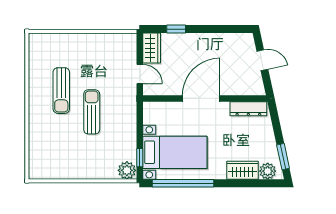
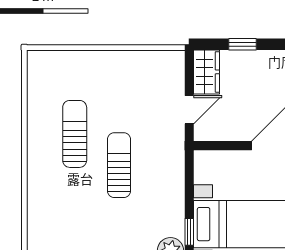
door: (140, 74) -> (189, 110), hinge flipped
sun lounger: (61, 91) -> (75, 134), turned 180

